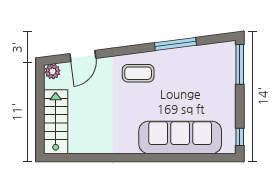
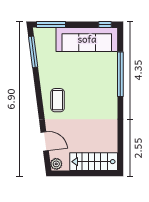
window: (175, 44) -> (33, 52), moved
sofa: (180, 137) -> (87, 39), moved, turned -90
window: (173, 158) -> (120, 74), added

